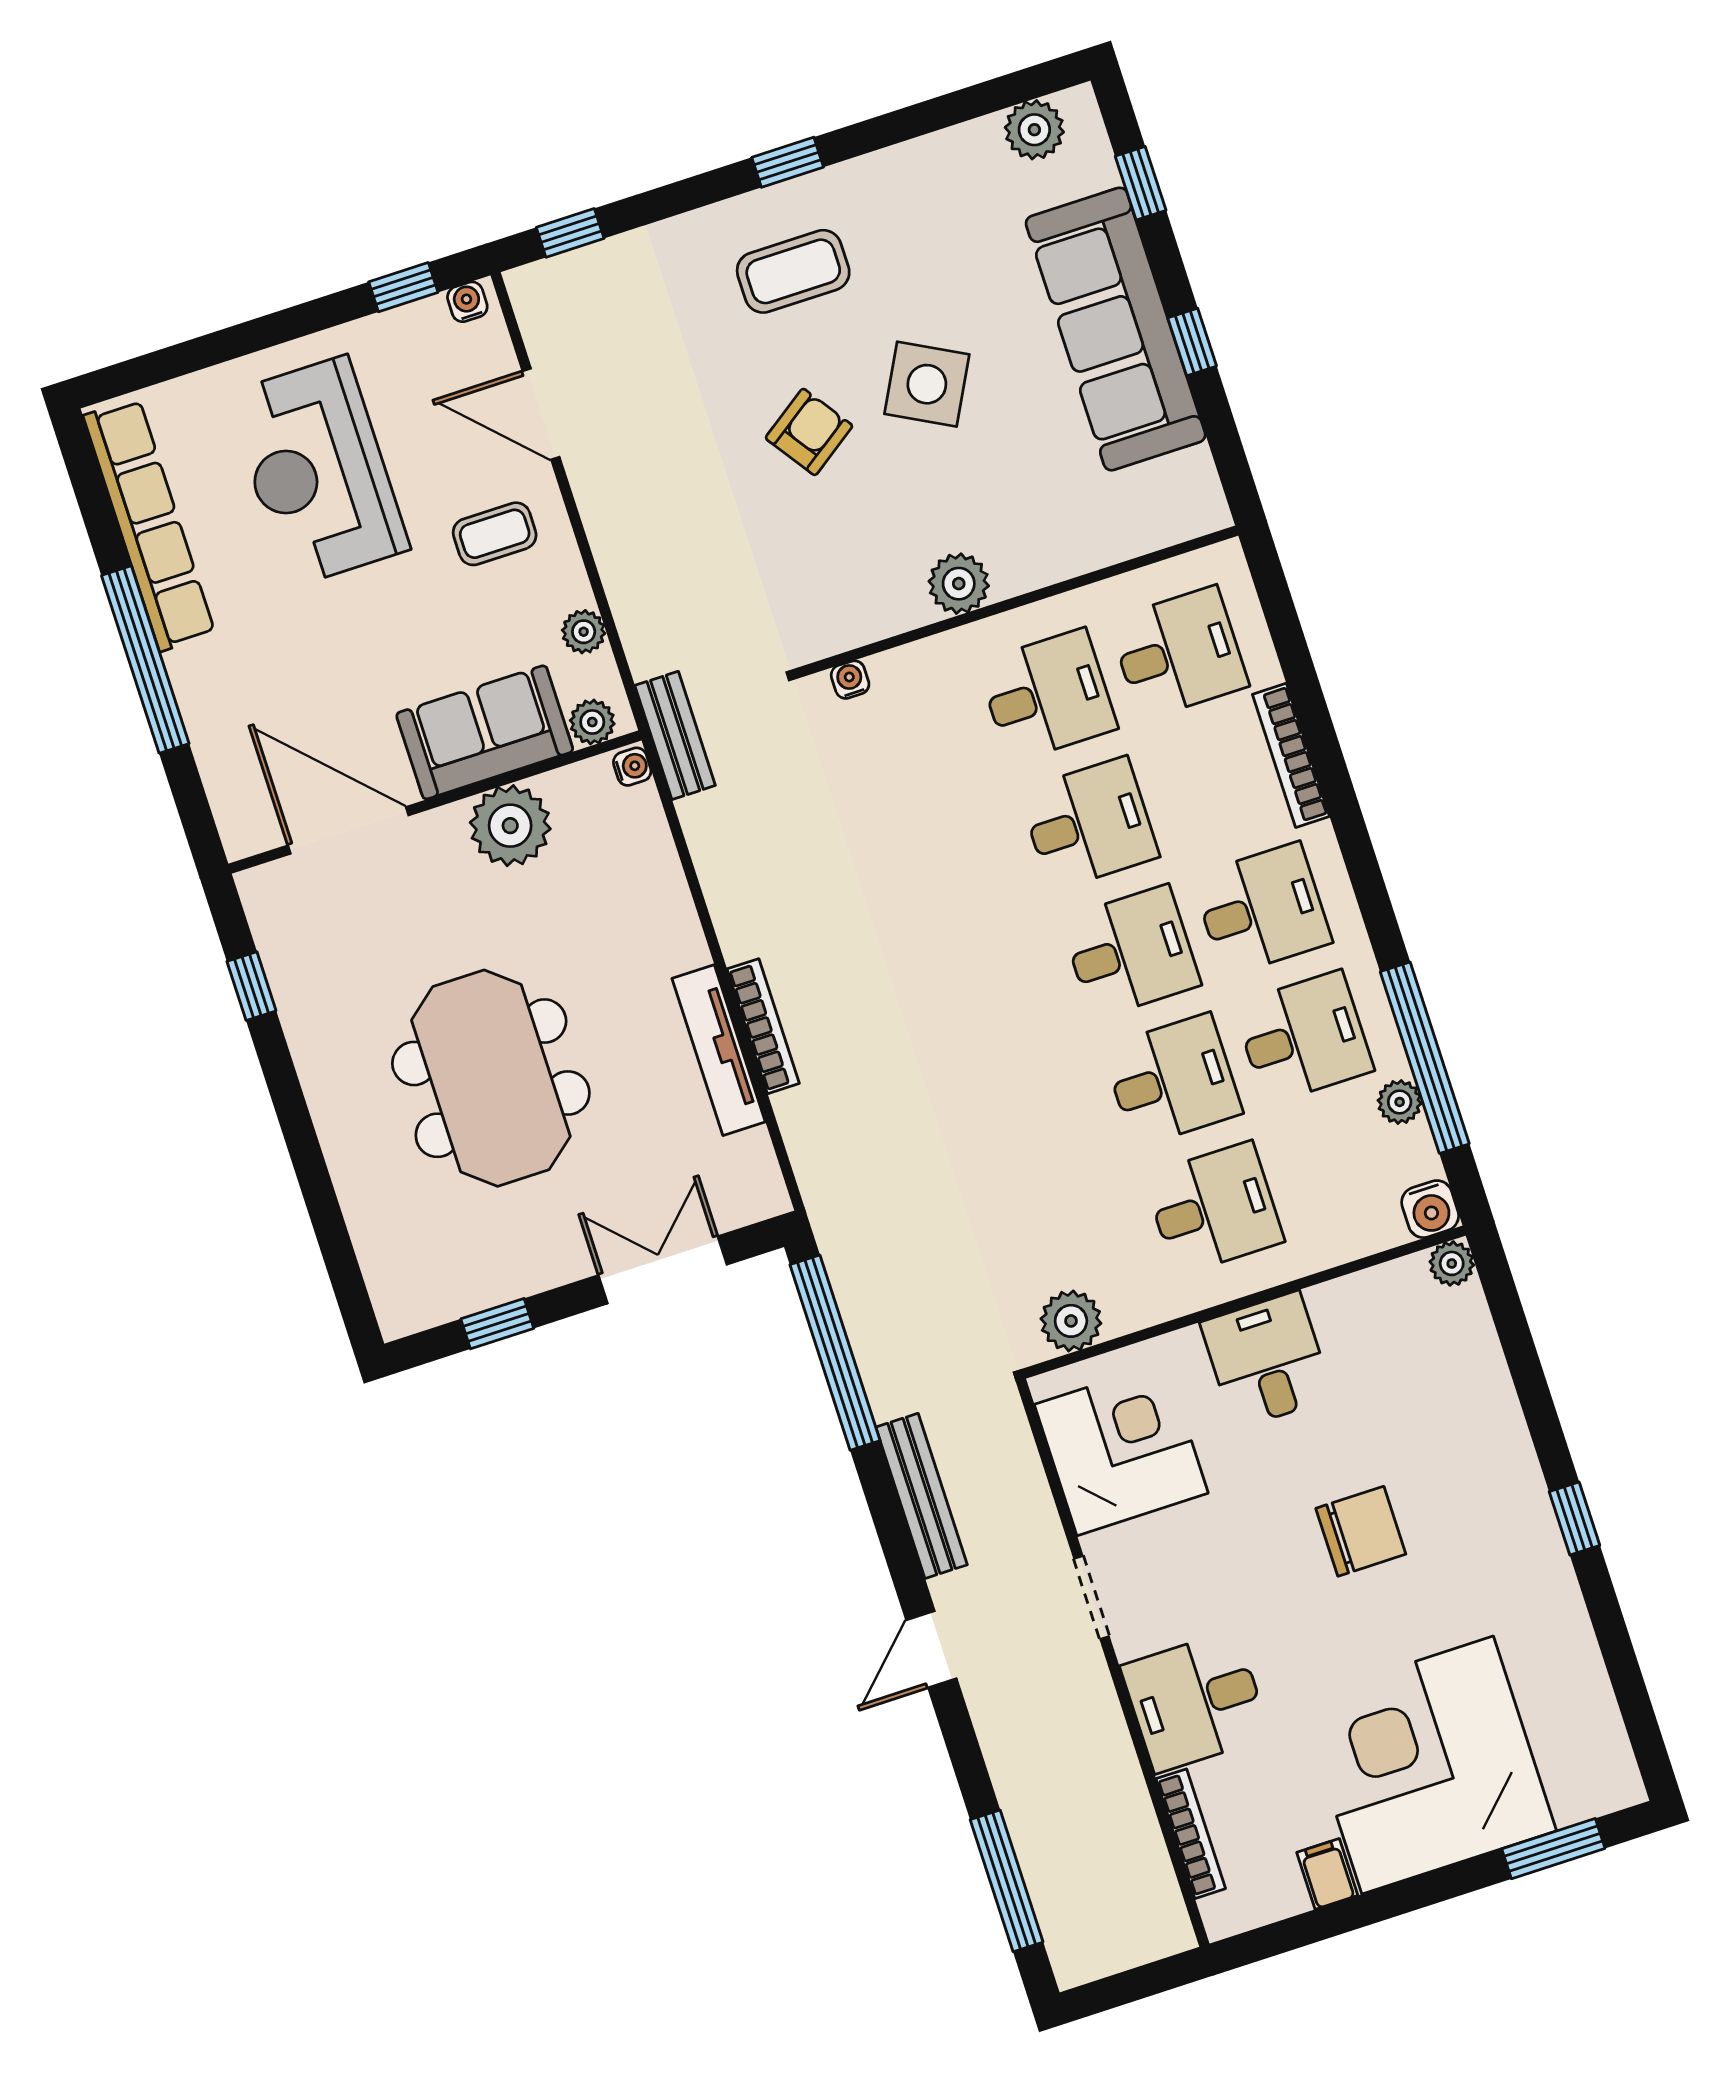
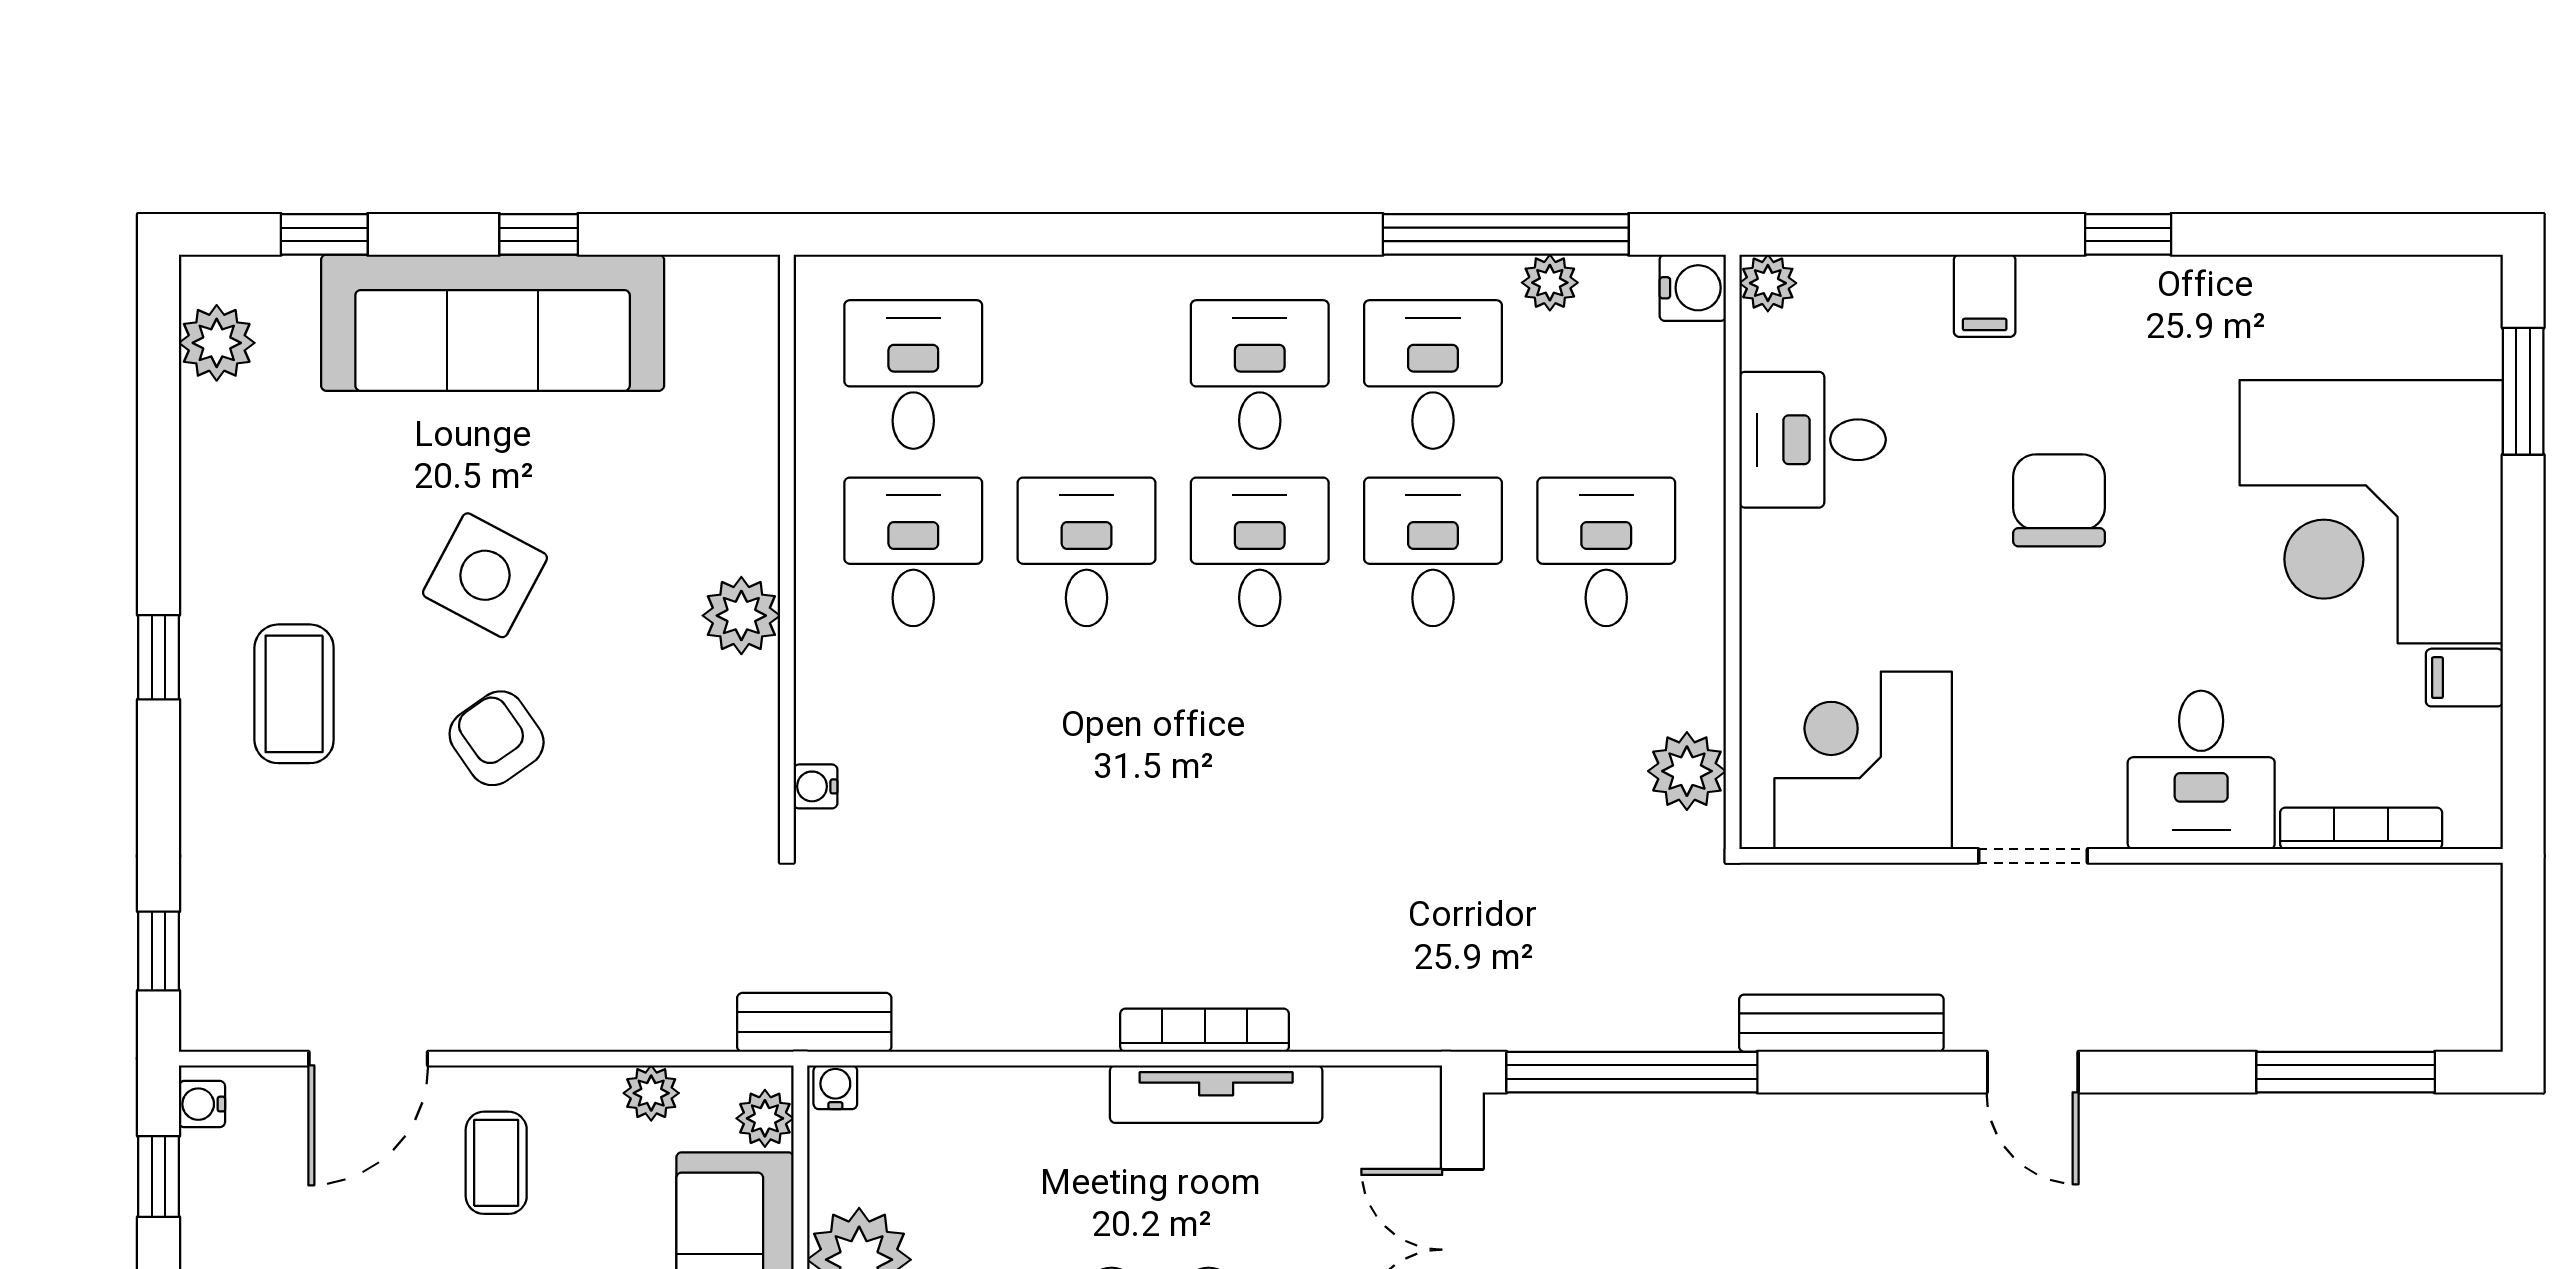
bookcase: (1291, 755) -> (1083, 278), removed
desk: (1267, 1360) -> (1813, 440), moved
filing cabinet: (1494, 1427) -> (1985, 296), added

